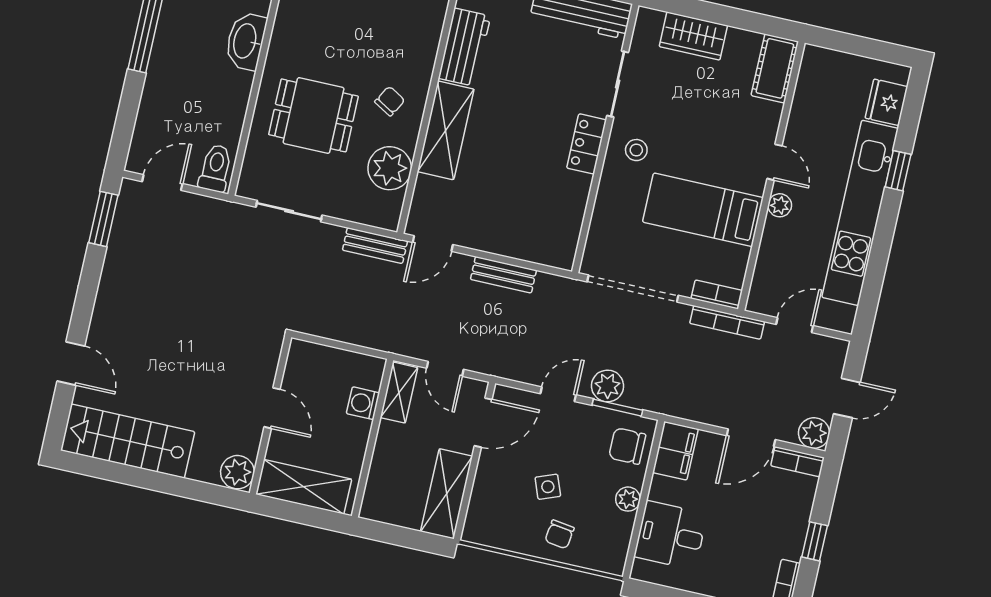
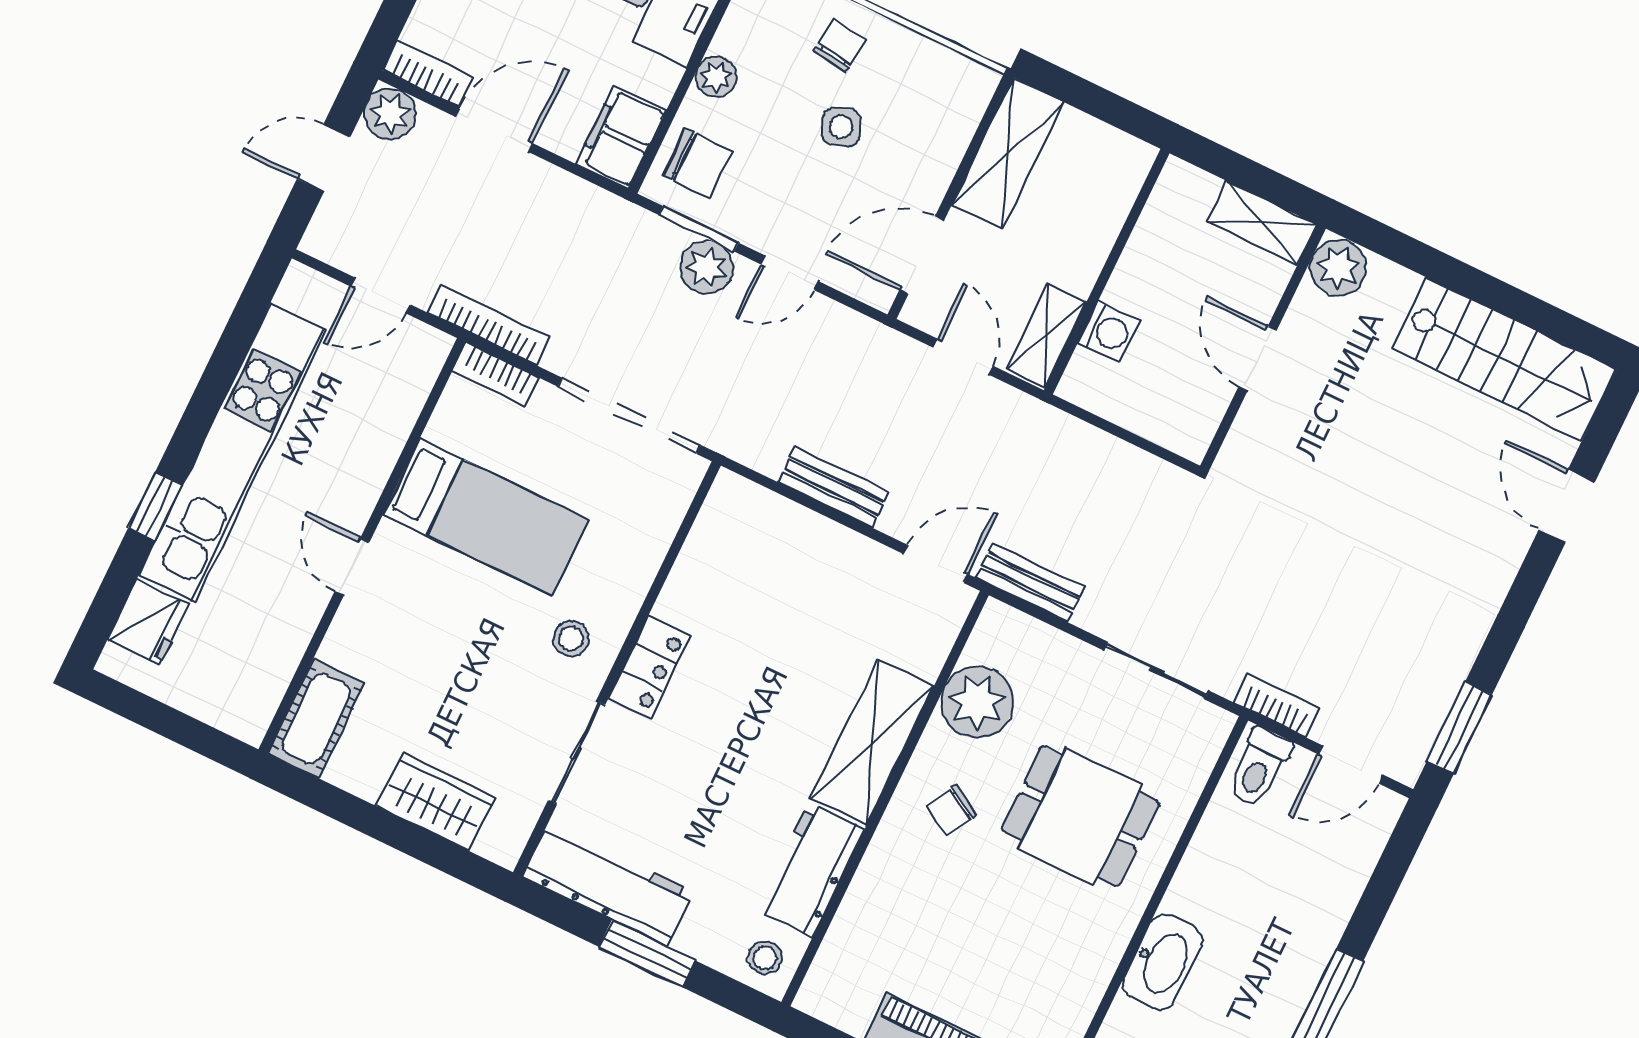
plant: (780, 205) -> (360, 495), removed
bookcase: (214, 207) -> (1277, 705), added
shelving: (304, 487) -> (1262, 223), width x0.67, depth x0.75

